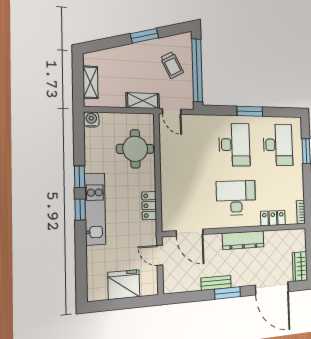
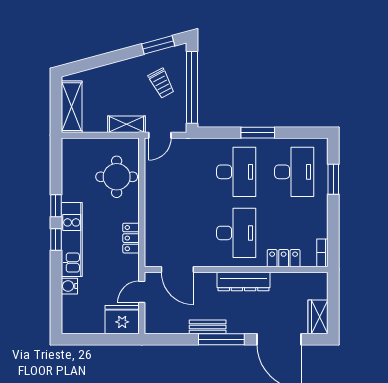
window: (144, 36) -> (158, 45), moved
shelving: (90, 82) -> (72, 107), width x1.50, depth x1.33
door: (172, 111) -> (160, 135), hinge flipped
water cooler: (91, 119) -> (69, 286), moved, turned -90
desk: (236, 198) -> (236, 233), turned 90
door: (160, 255) -> (142, 292), hinge flipped
fridge: (124, 285) -> (122, 320), moved
window: (228, 293) -> (221, 339), width x1.44

